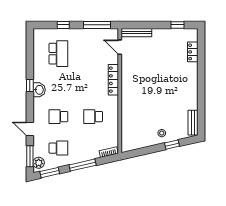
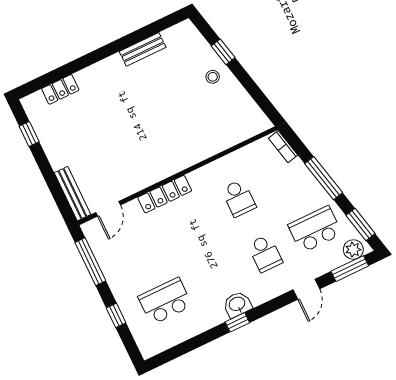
bench: (193, 123) -> (143, 49), moved
school desk: (58, 148) -> (315, 229), width x1.85

